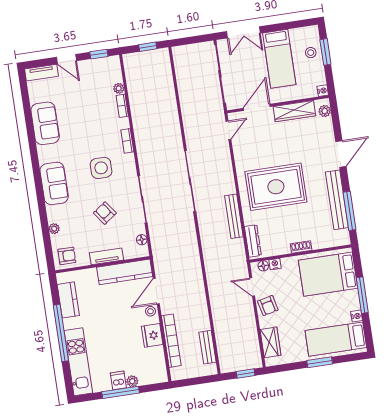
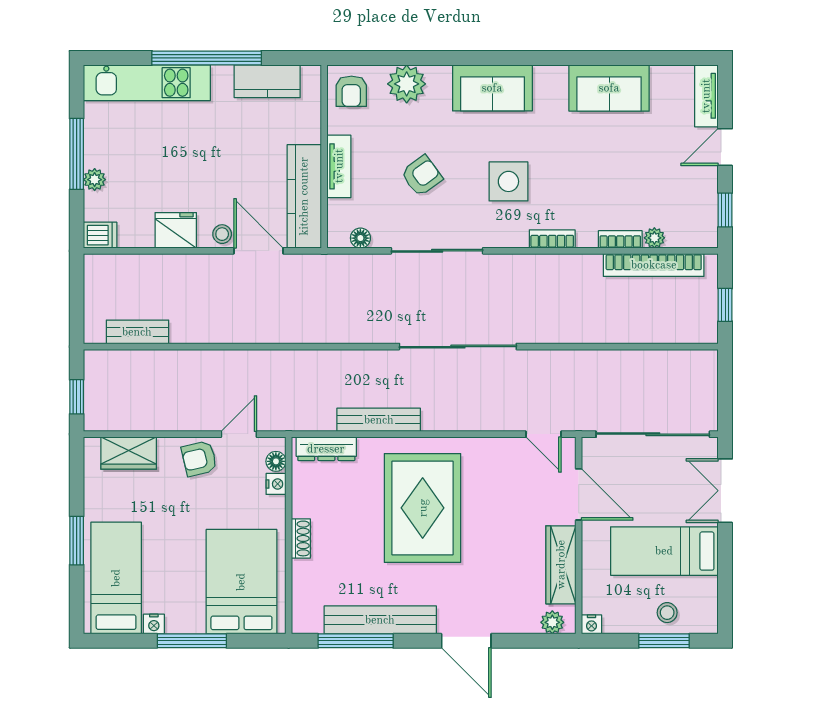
plant: (54, 229) -> (407, 84), width x1.87, depth x1.87
bookcase: (171, 341) -> (654, 265), moved
dishwasher: (118, 380) -> (100, 235), moved

